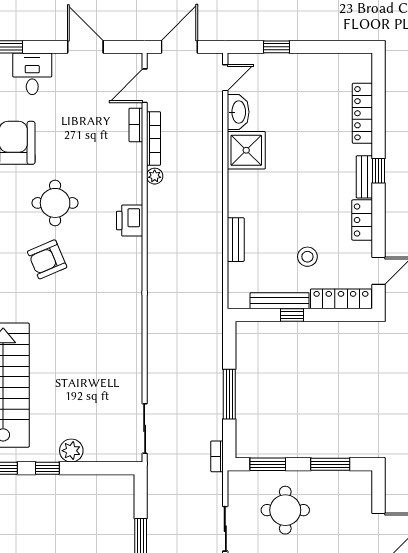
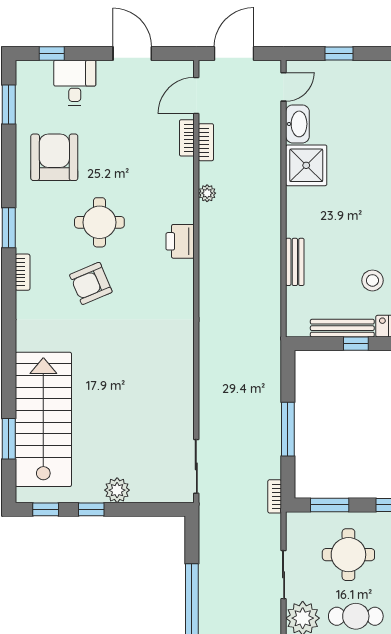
bookcase: (154, 139) -> (206, 142), width x0.64

